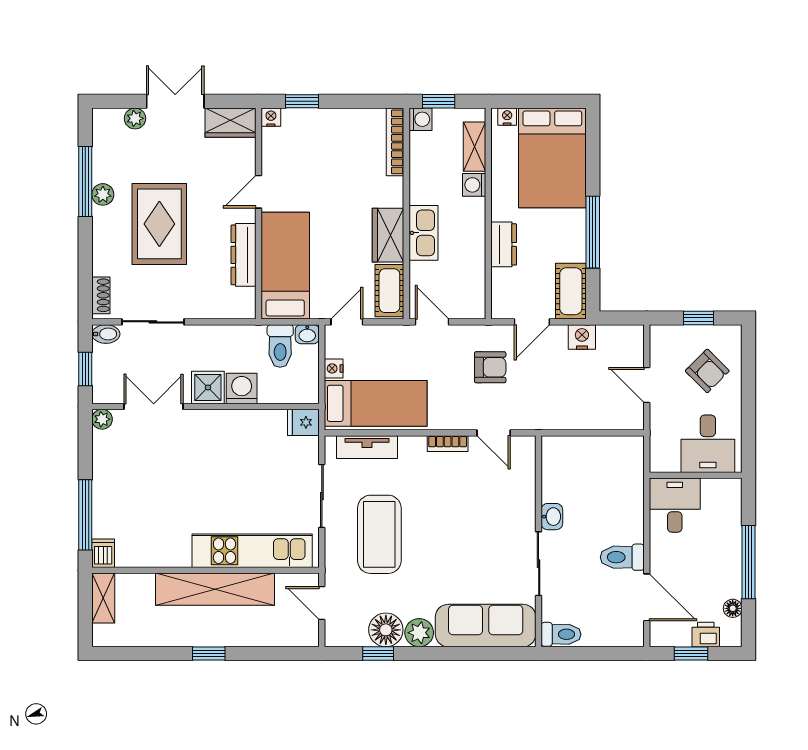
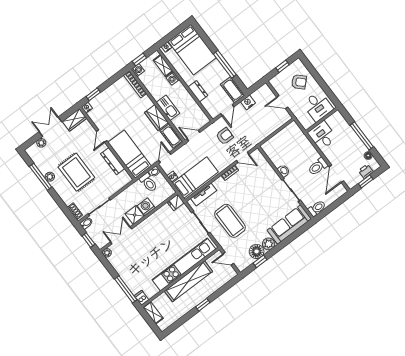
kitchen unit: (252, 551) -> (184, 264), width x1.36
door: (647, 597) -> (336, 174), swing flipped

